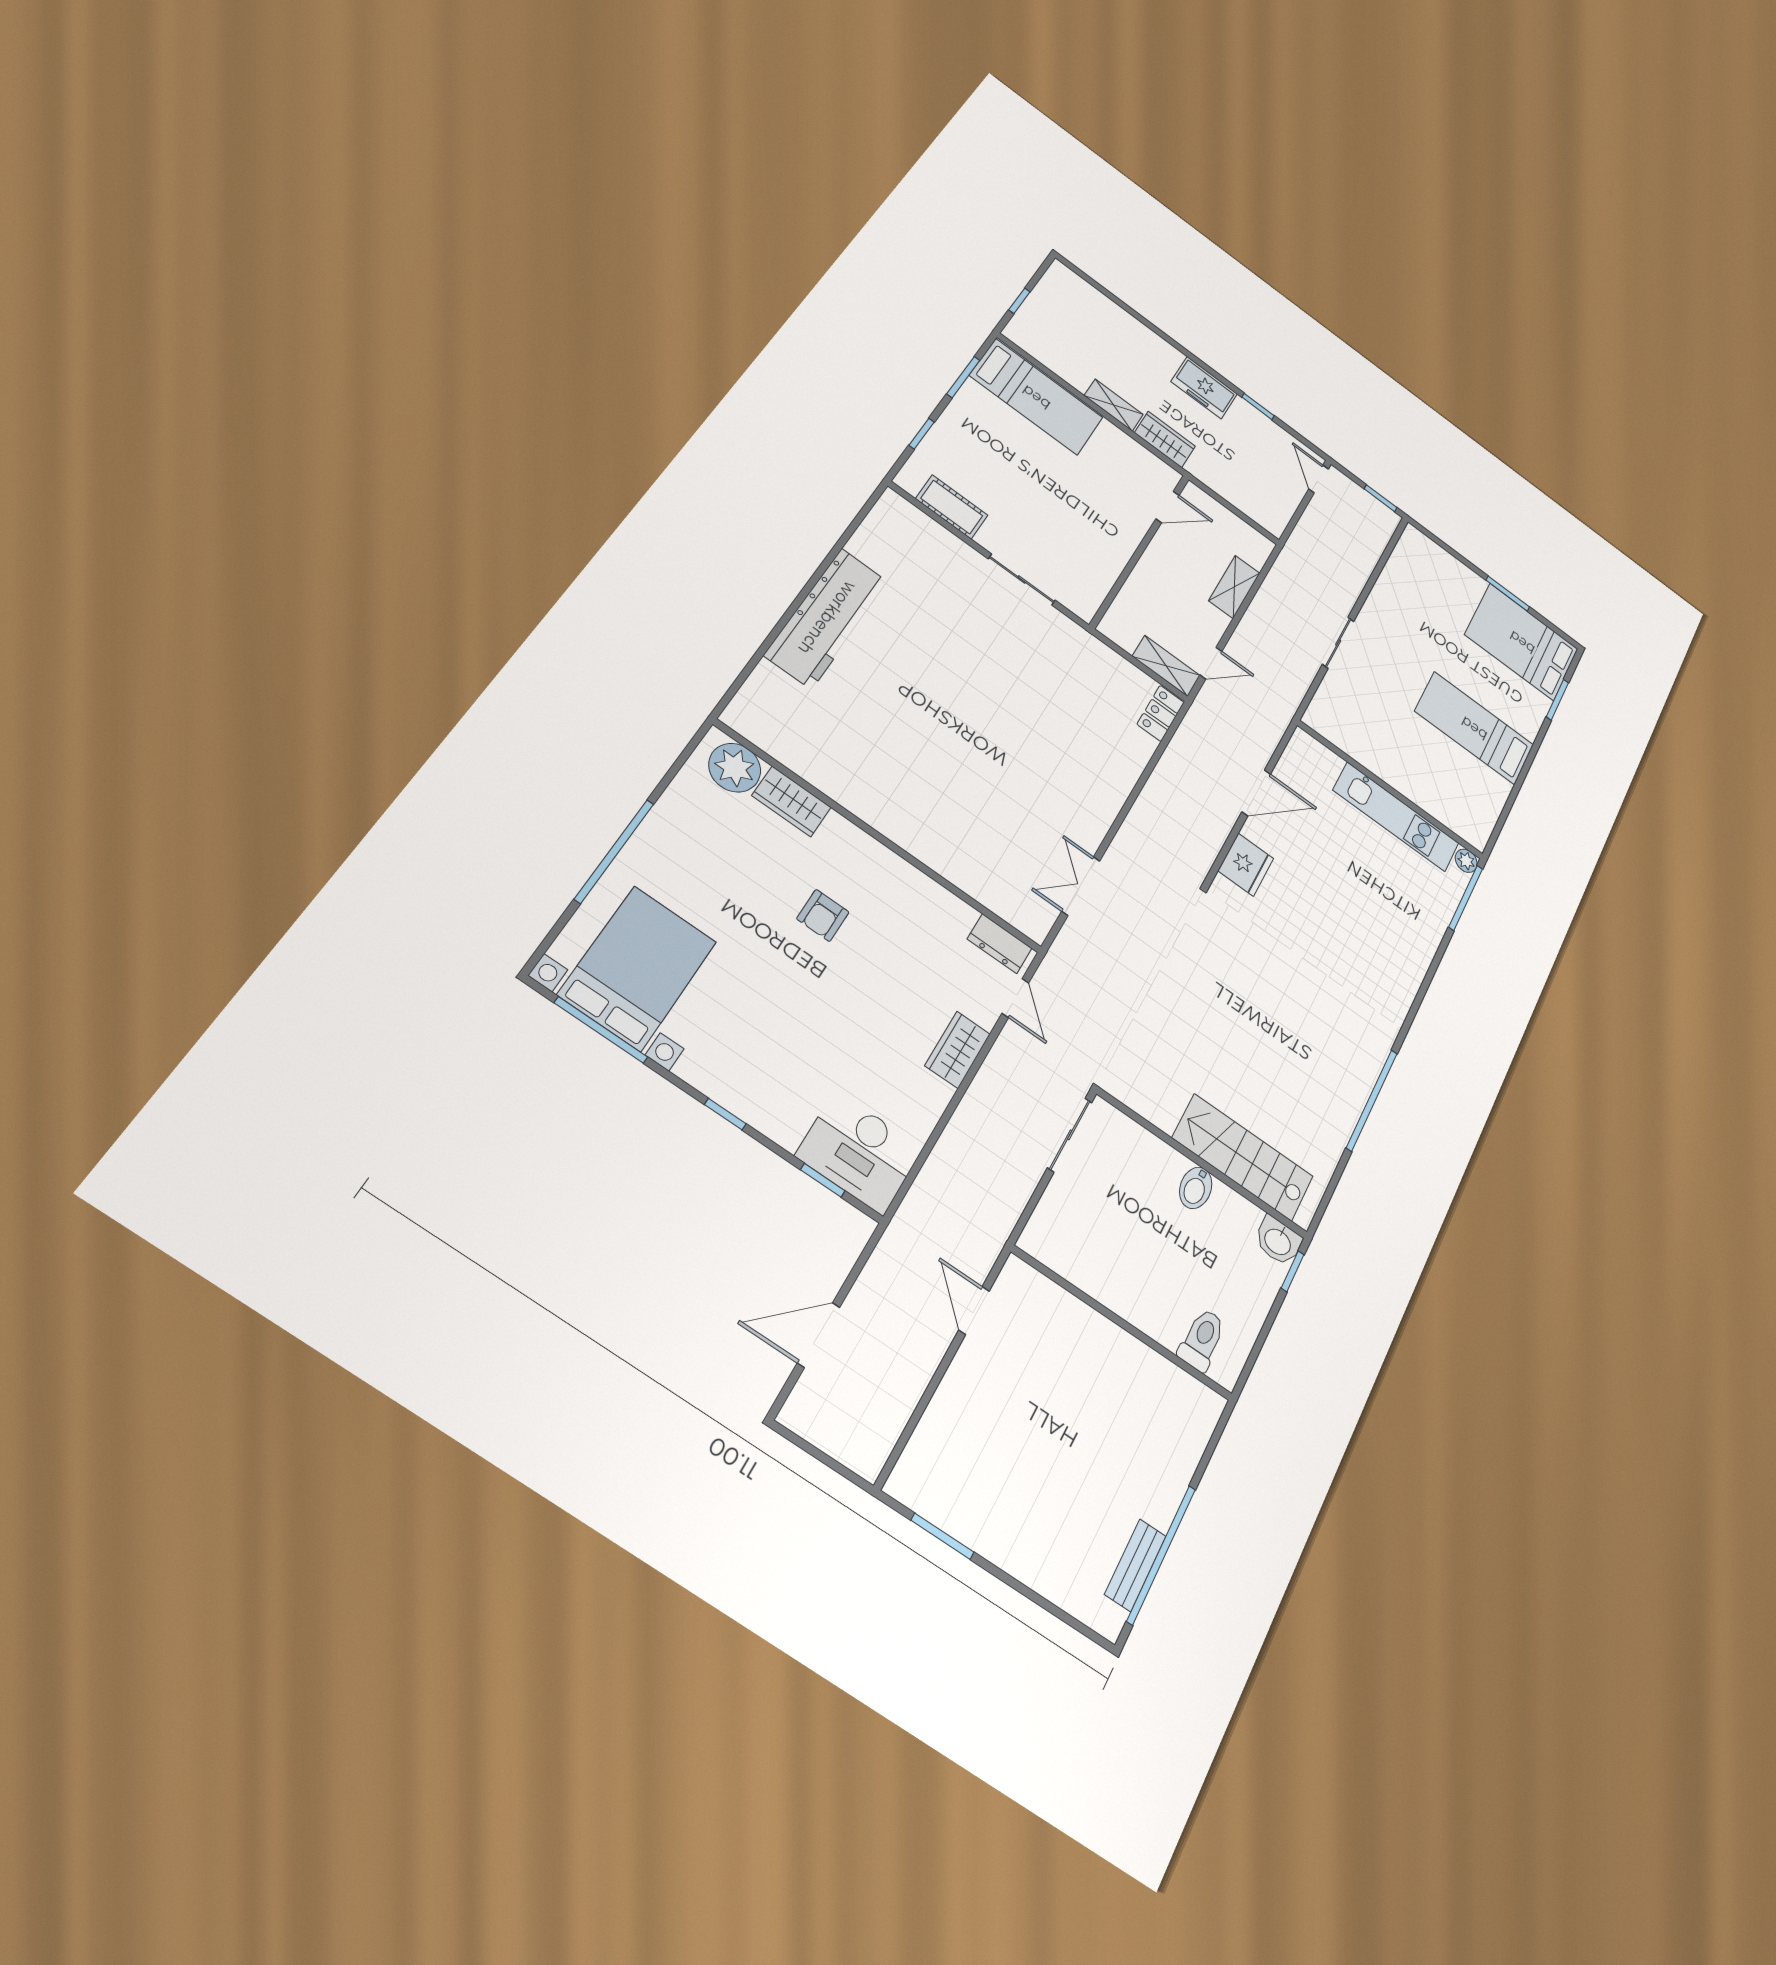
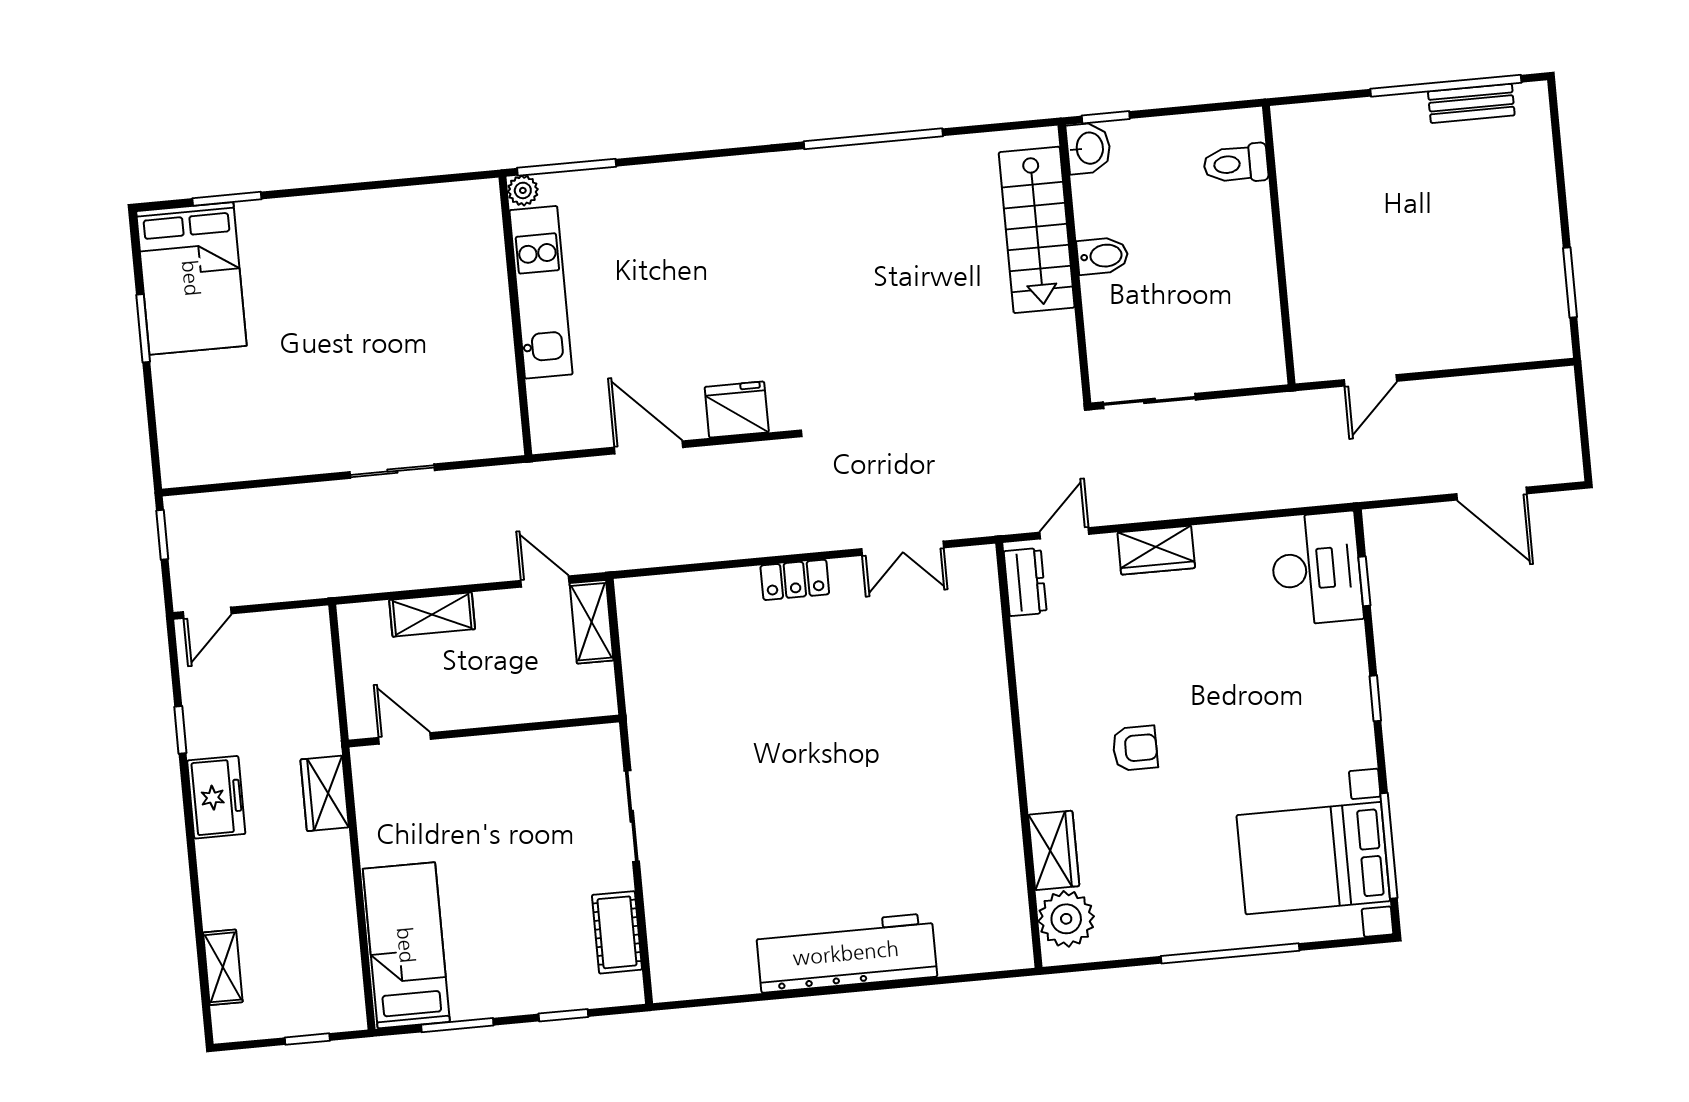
shelving: (1114, 405) -> (223, 967), moved
locker: (1161, 713) -> (795, 580), moved
bed: (1474, 728) -> (354, 270), removed

